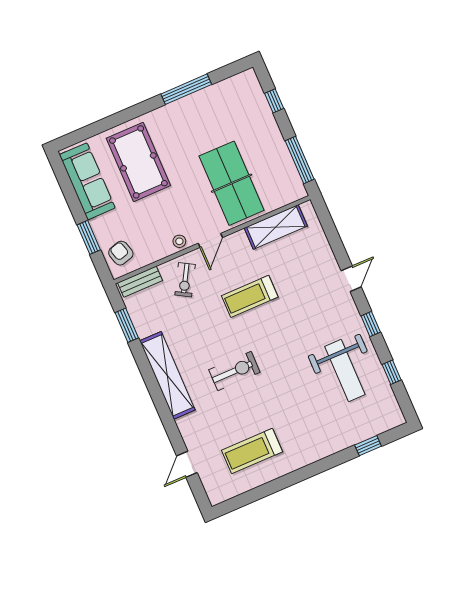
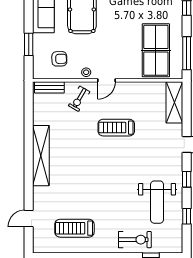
table tennis table: (232, 183) -> (156, 50), moved
shelving: (276, 227) -> (174, 102), moved, turned 90
armchair: (121, 253) -> (59, 59), moved, turned 104
window: (127, 325) -> (29, 112), removed
exercise bike: (234, 371) -> (135, 240), moved

